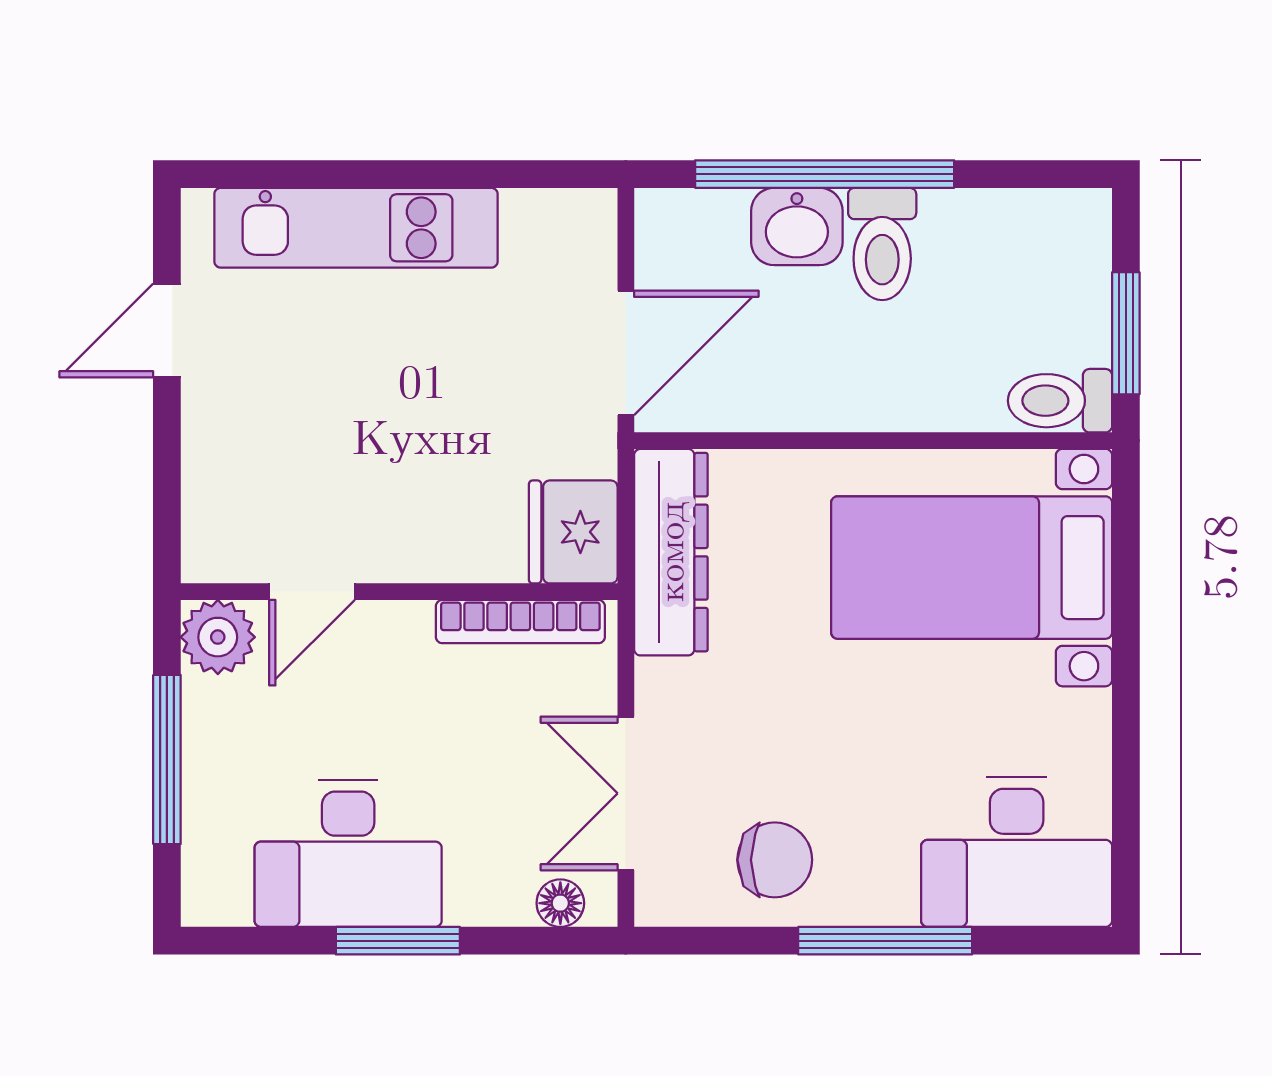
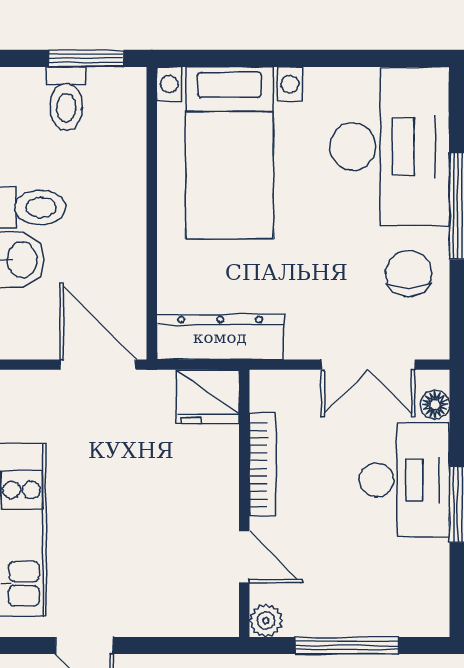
toilet: (1060, 401) -> (66, 99), moved
bookcase: (520, 622) -> (263, 464), moved
plant: (218, 637) -> (266, 621), width x0.73, depth x0.73
desk: (1017, 852) -> (390, 147), width x1.36, depth x1.30
desk: (348, 853) -> (405, 480), moved

